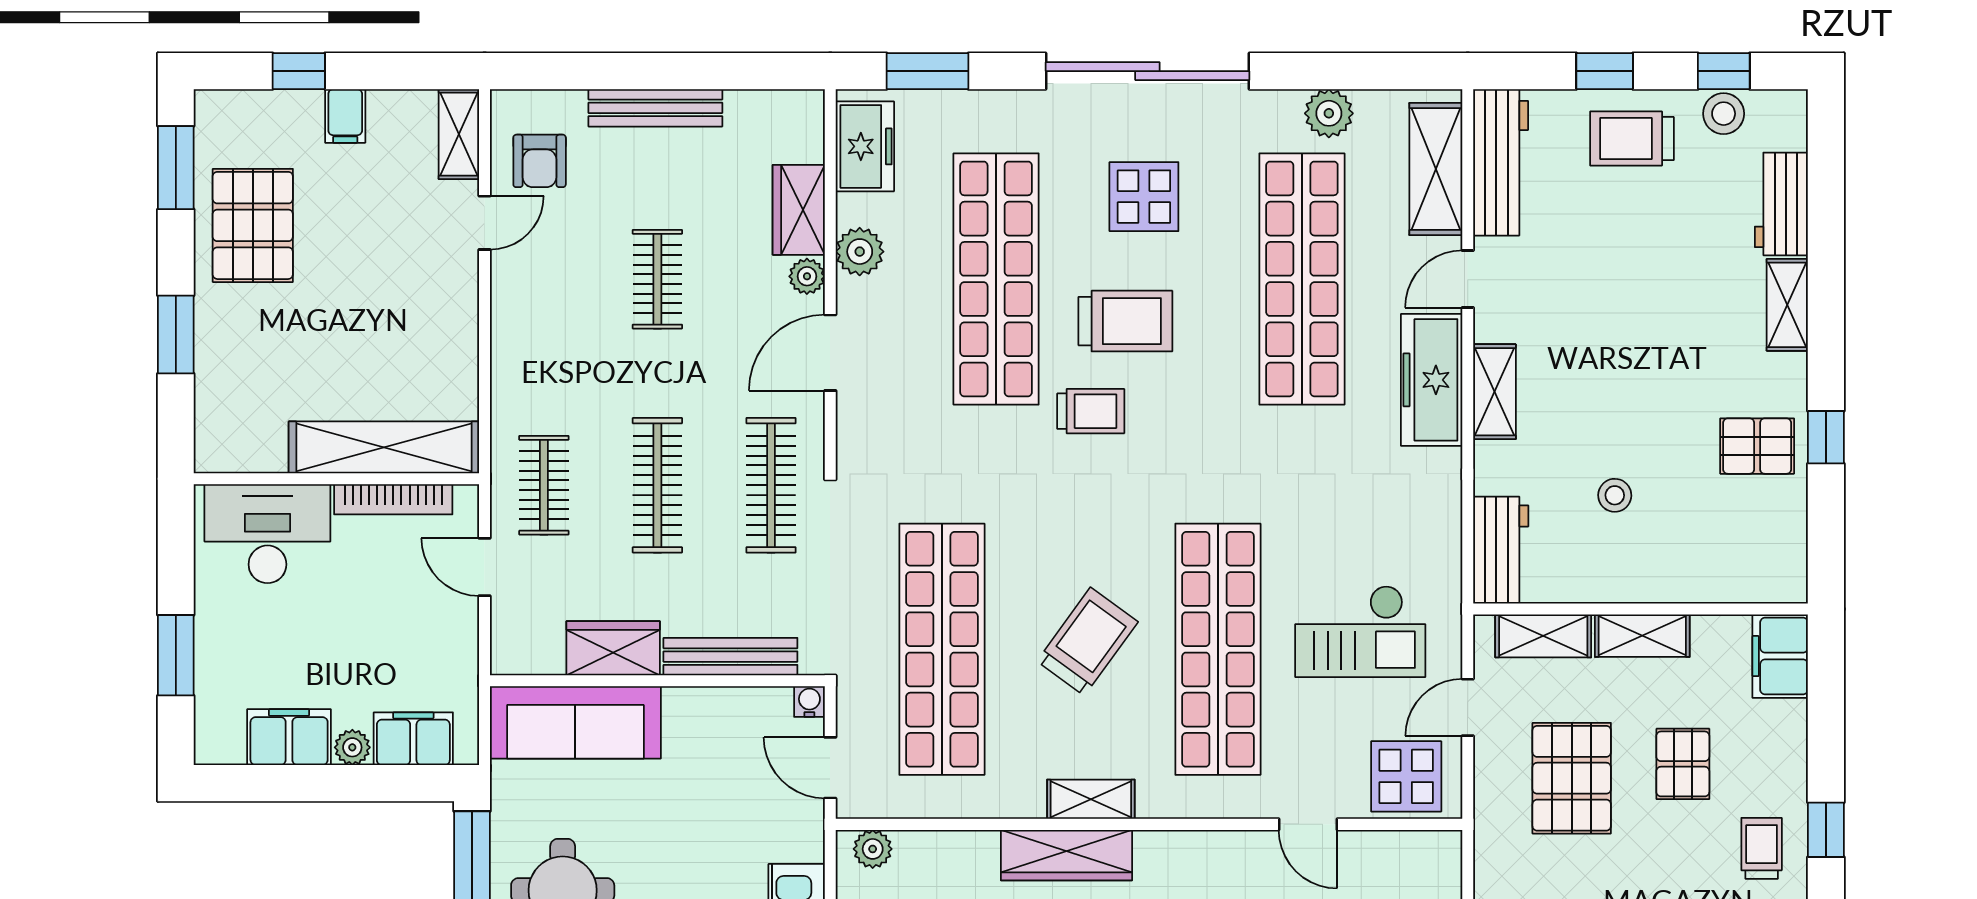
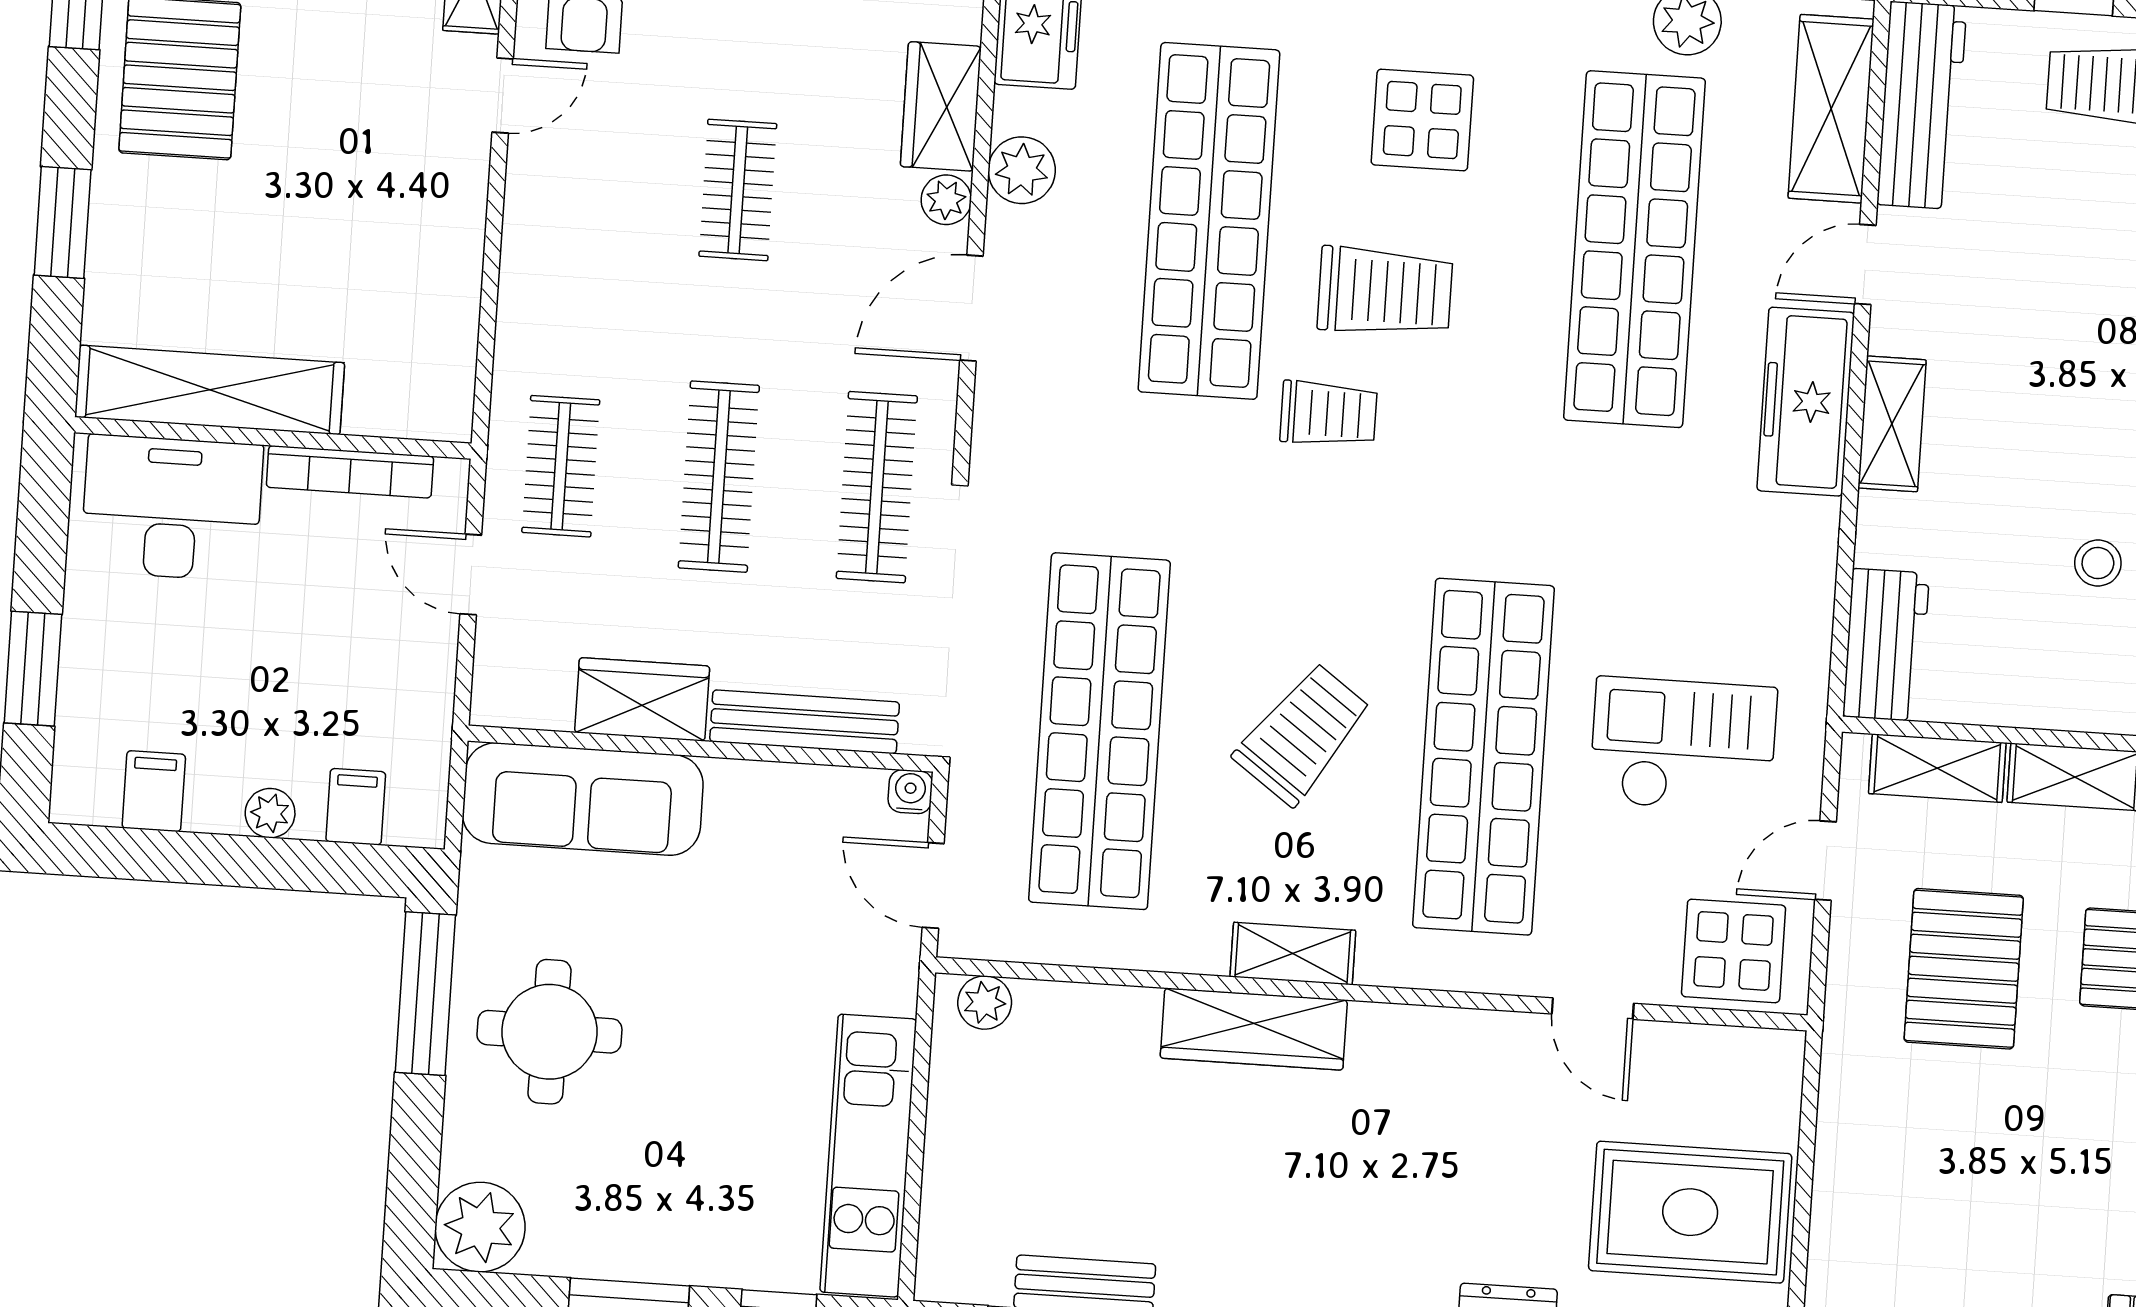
shelving: (384, 447) -> (210, 390), moved
stool: (1615, 495) -> (2098, 563), moved
checkout: (1360, 631) -> (1683, 745), turned 180
filing cabinet: (289, 737) -> (154, 791), width x0.50
filing cabinet: (413, 739) -> (356, 807), width x0.50

